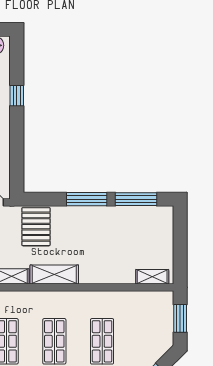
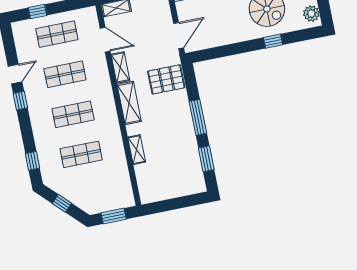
window: (136, 199) -> (206, 159), width x0.69
shelving: (152, 277) -> (137, 150), moved

